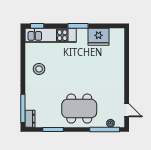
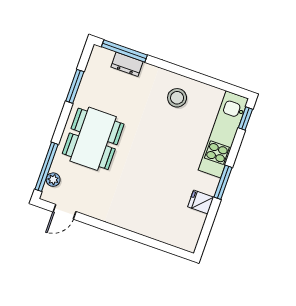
fridge: (99, 37) -> (201, 202), width x0.53, depth x0.75
dresser: (30, 119) -> (127, 64), moved

